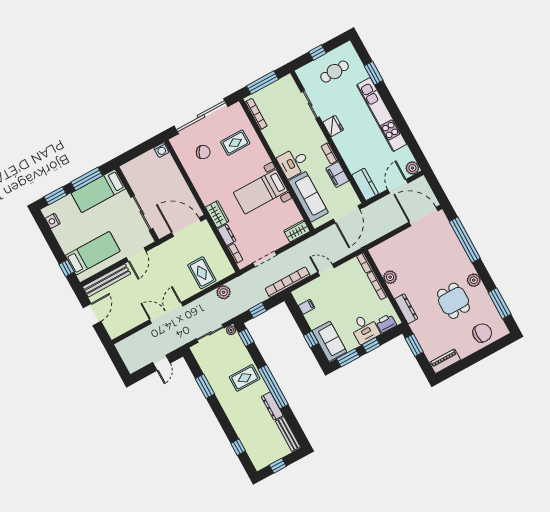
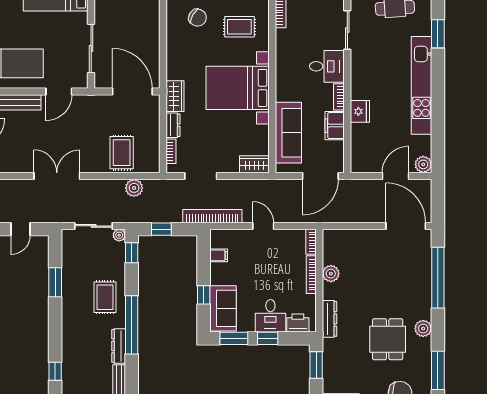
fridge: (333, 126) -> (360, 111), moved
desk: (293, 163) -> (327, 66), moved, turned 180
kitchen counter: (365, 184) -> (360, 154), removed
bed with nightstands: (261, 192) -> (238, 88), width x1.36
rug: (245, 378) -> (105, 297), turned 90

